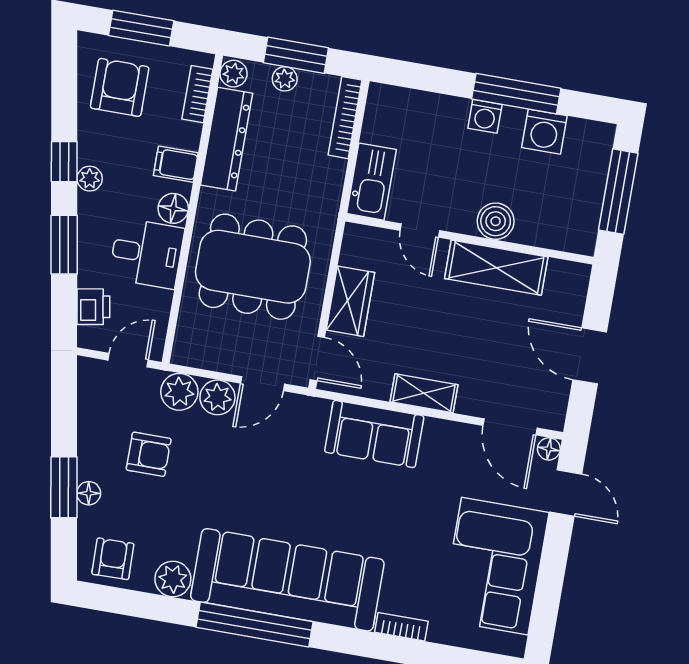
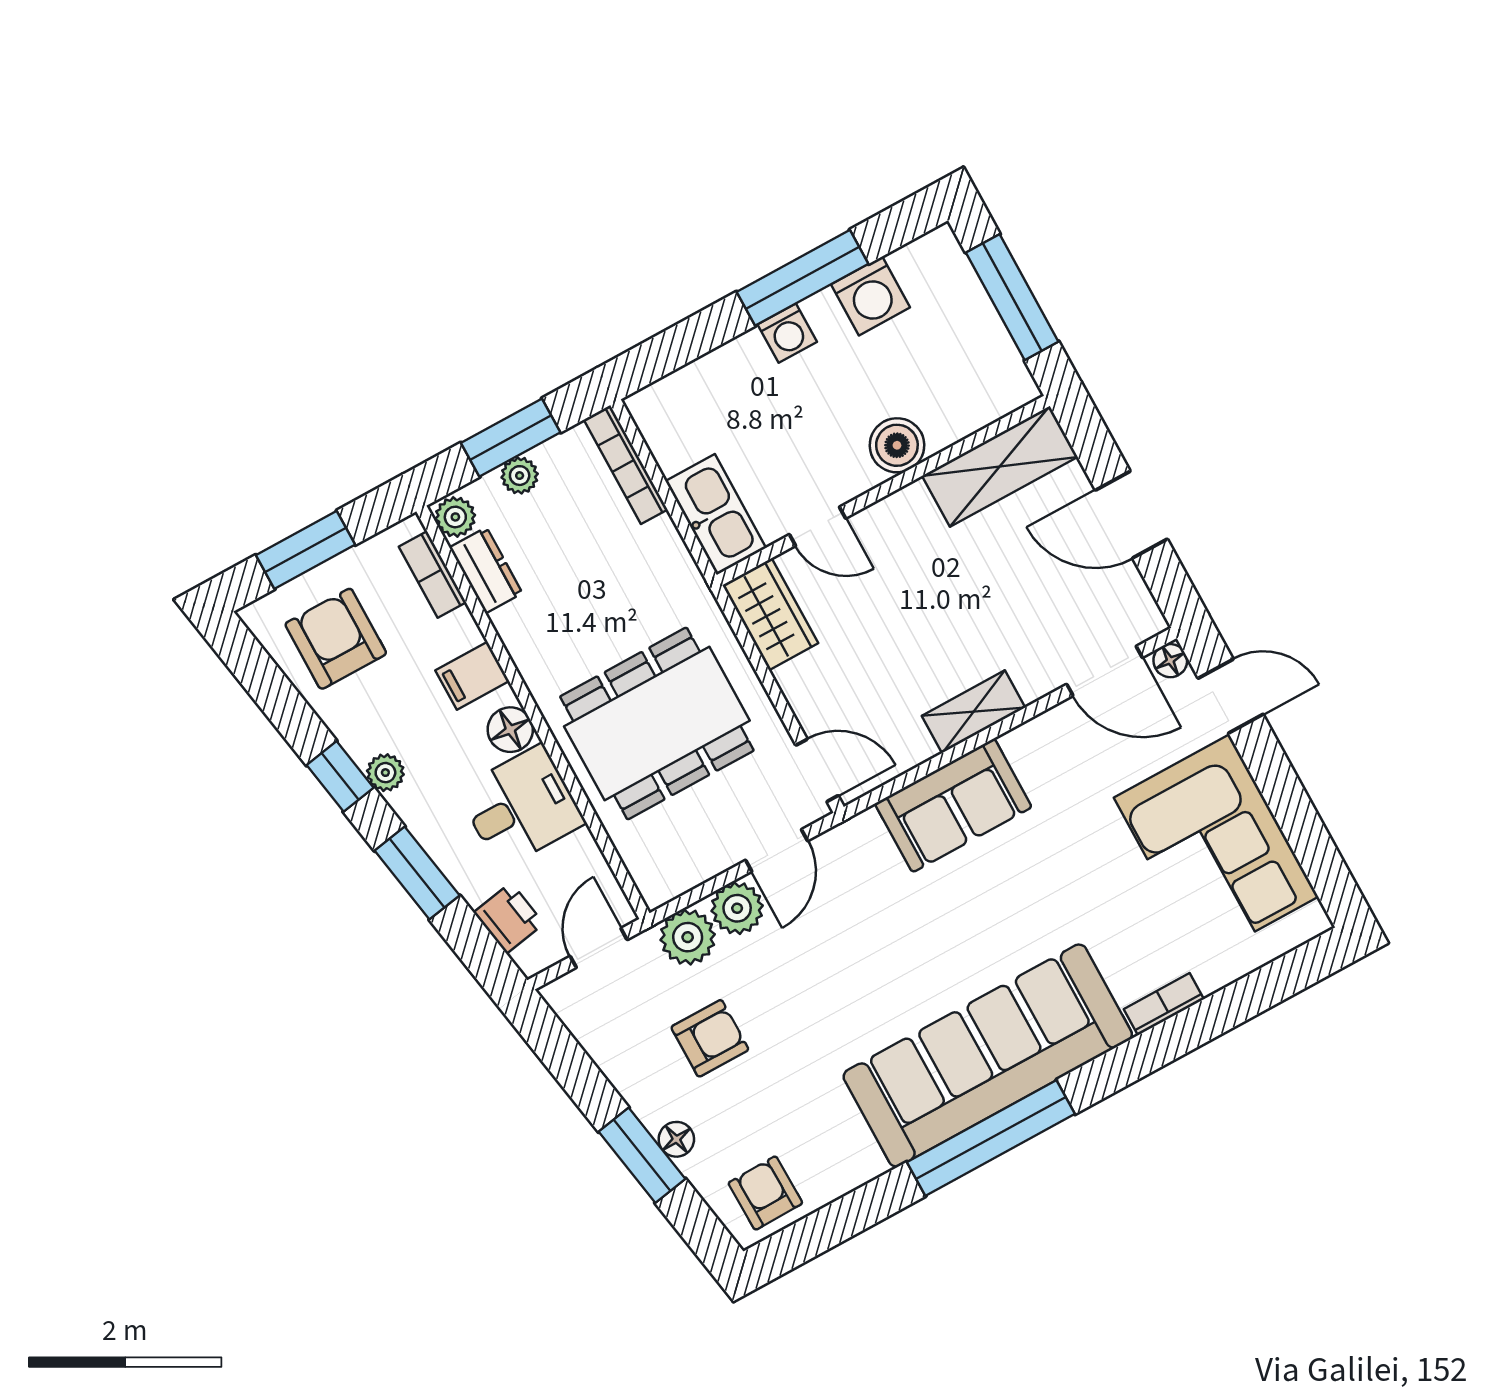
dresser: (227, 139) -> (486, 570), width x0.51, depth x0.80
shelving: (496, 268) -> (1000, 466), moved
wardrobe: (350, 301) -> (770, 614), moved
plant: (173, 579) -> (854, 1161), removed

